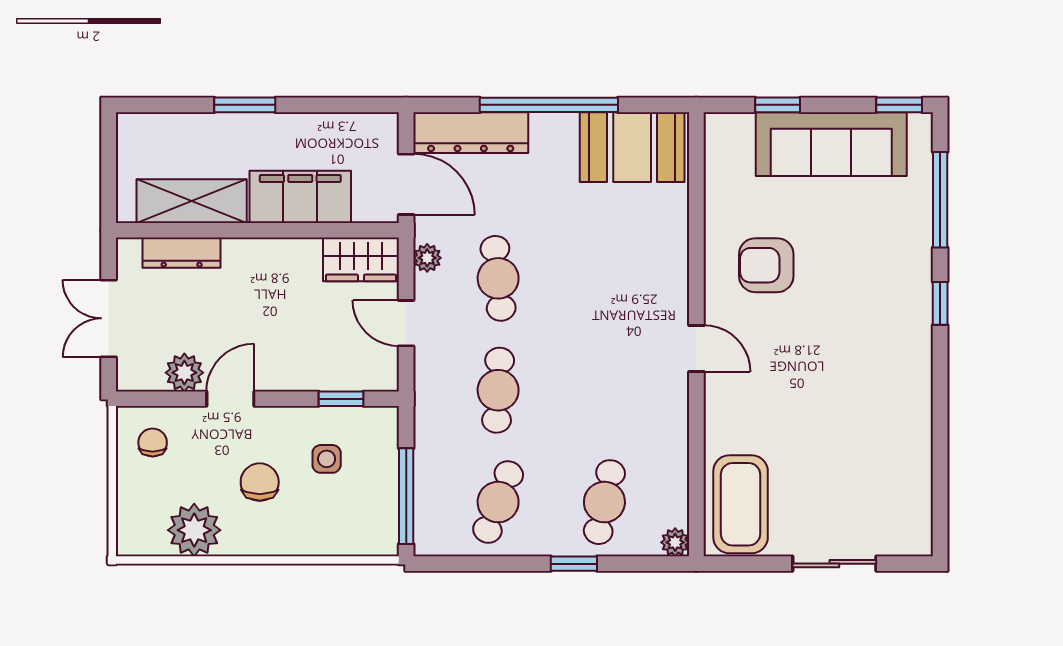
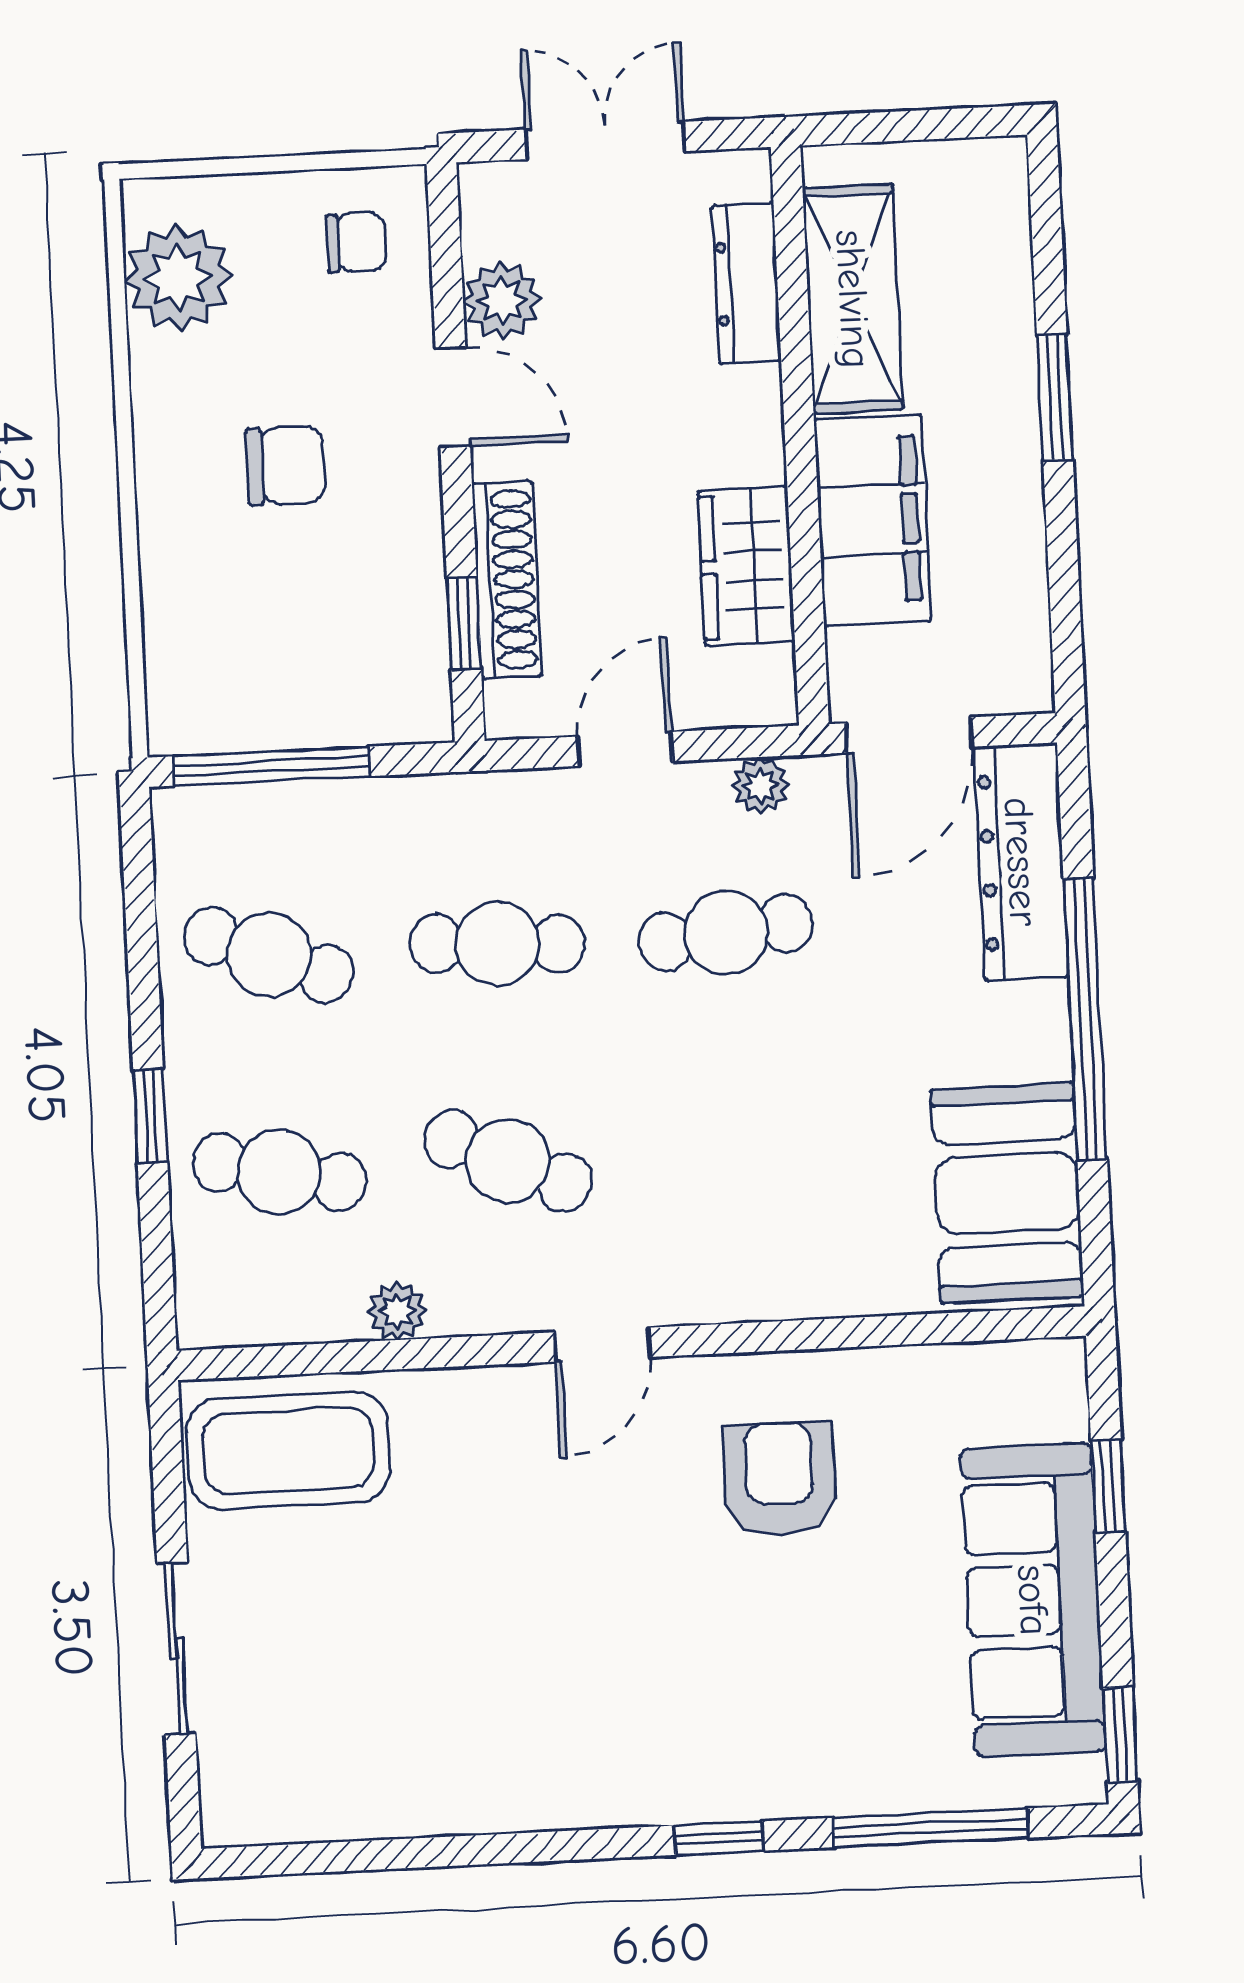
wardrobe: (361, 259) -> (746, 566), moved
shoe rack: (321, 377) -> (507, 580), added
cafe table: (604, 390) -> (508, 1161), added
side table: (327, 459) -> (340, 600), removed
plant: (194, 530) -> (178, 278), moved
plant: (675, 542) -> (397, 1311), moved

